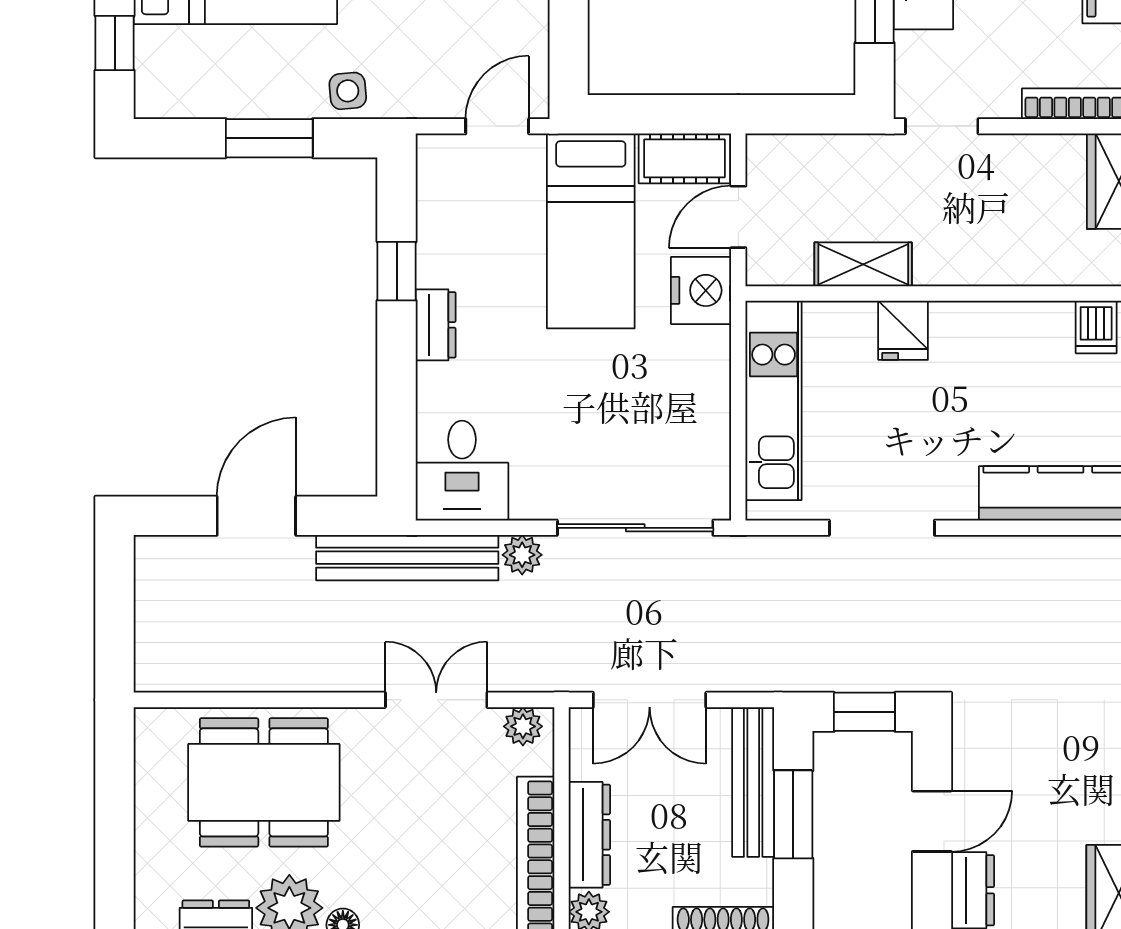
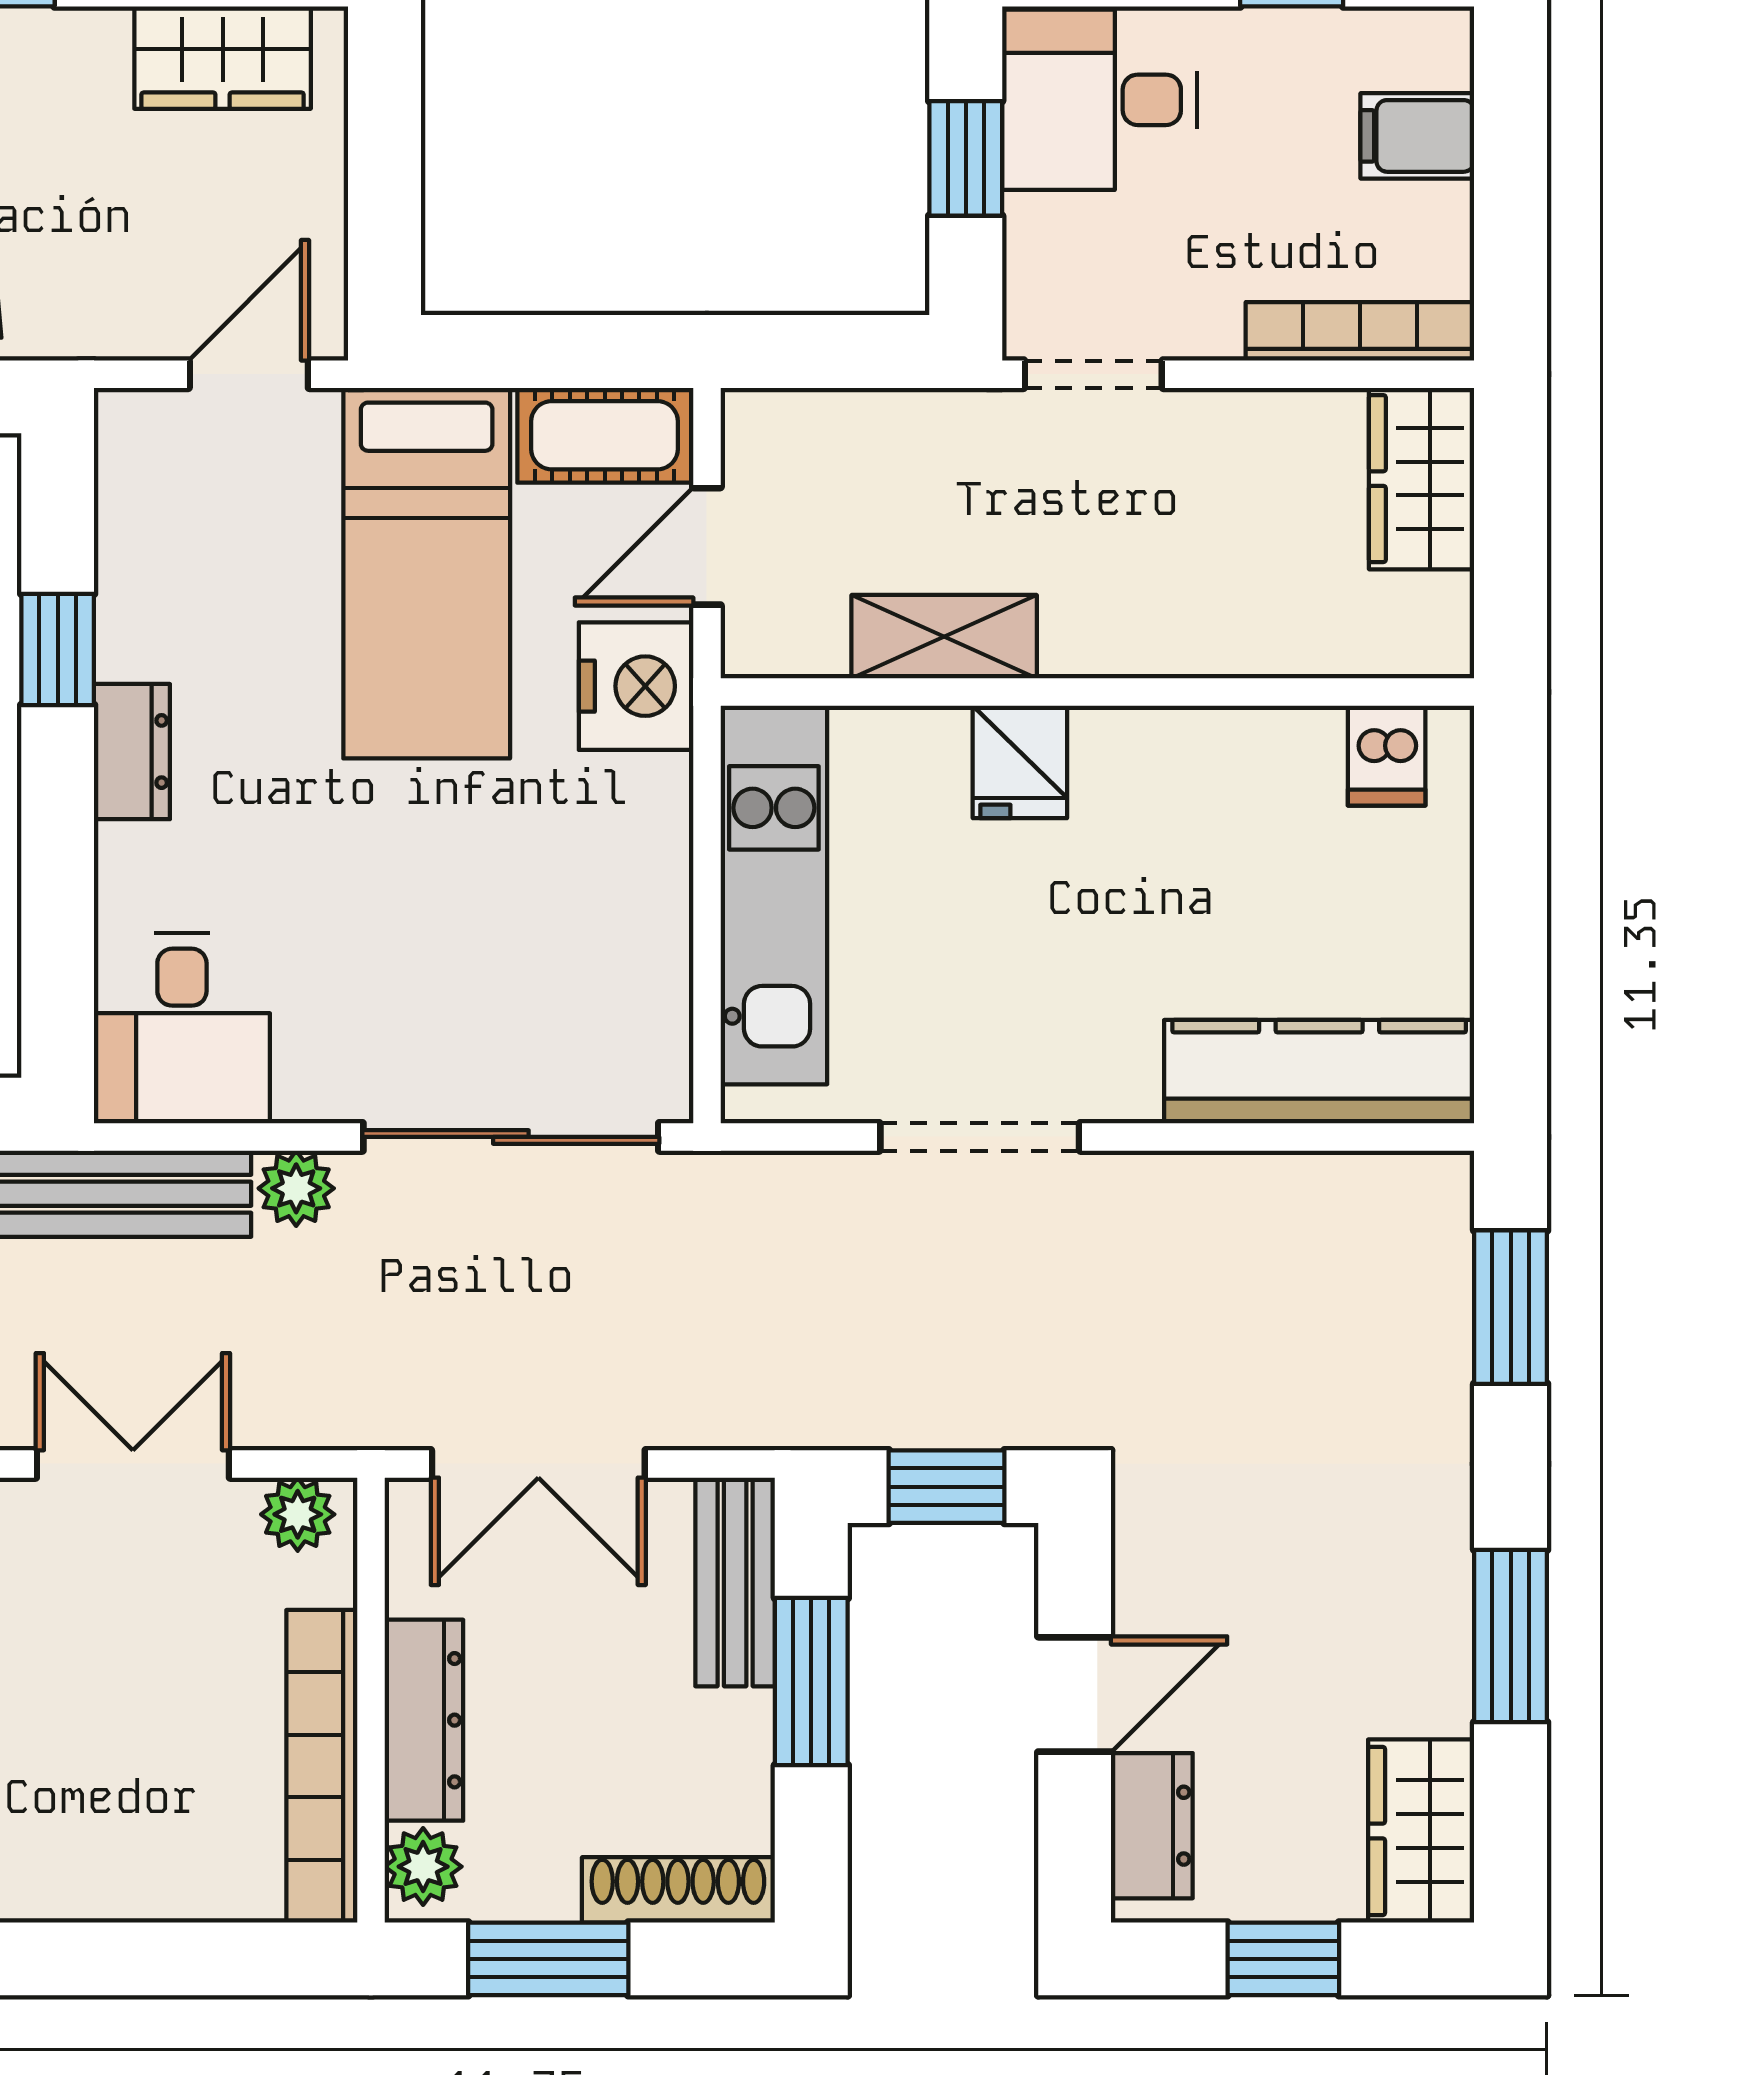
bench: (753, 782) -> (735, 1582), width x0.73

